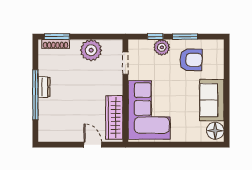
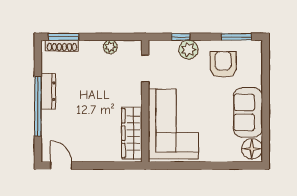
window: (185, 37) -> (236, 37), moved
plant: (91, 50) -> (110, 47), width x0.53, depth x0.53
armchair: (191, 60) -> (223, 64), turned -91
dresser: (44, 87) -> (48, 91), width x1.44
door: (93, 145) -> (61, 165), moved

